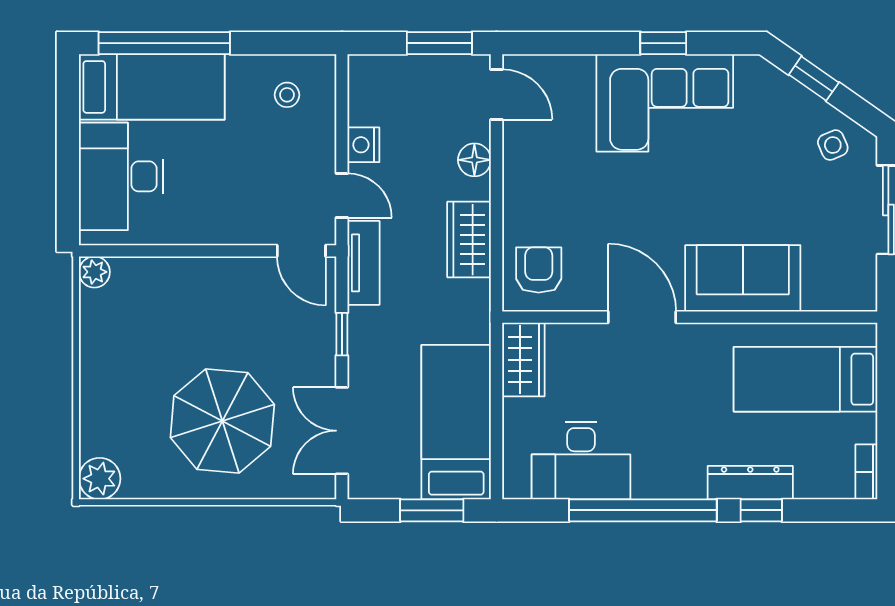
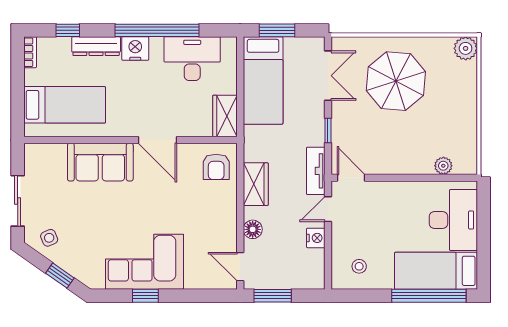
door: (342, 195) -> (328, 209), hinge flipped
plant: (94, 272) -> (443, 166), moved
nightstand: (681, 478) -> (135, 49), added
window: (761, 510) -> (68, 30), moved

